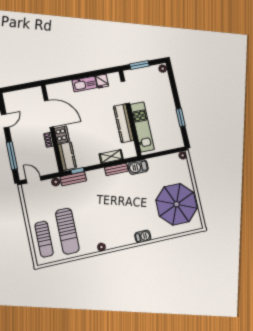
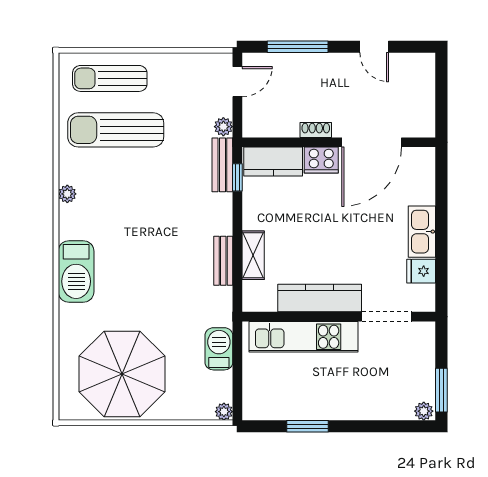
window: (140, 65) -> (441, 390), moved
barbecue: (138, 167) -> (219, 349), moved
barbecue: (143, 237) -> (76, 271), width x1.88, depth x1.53

